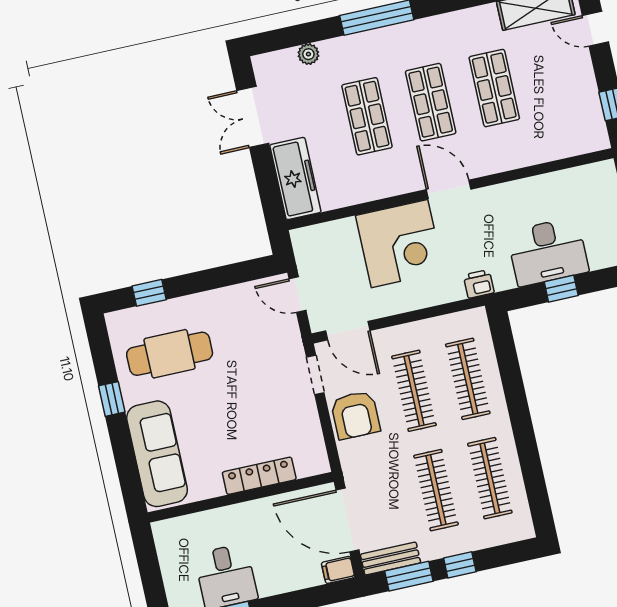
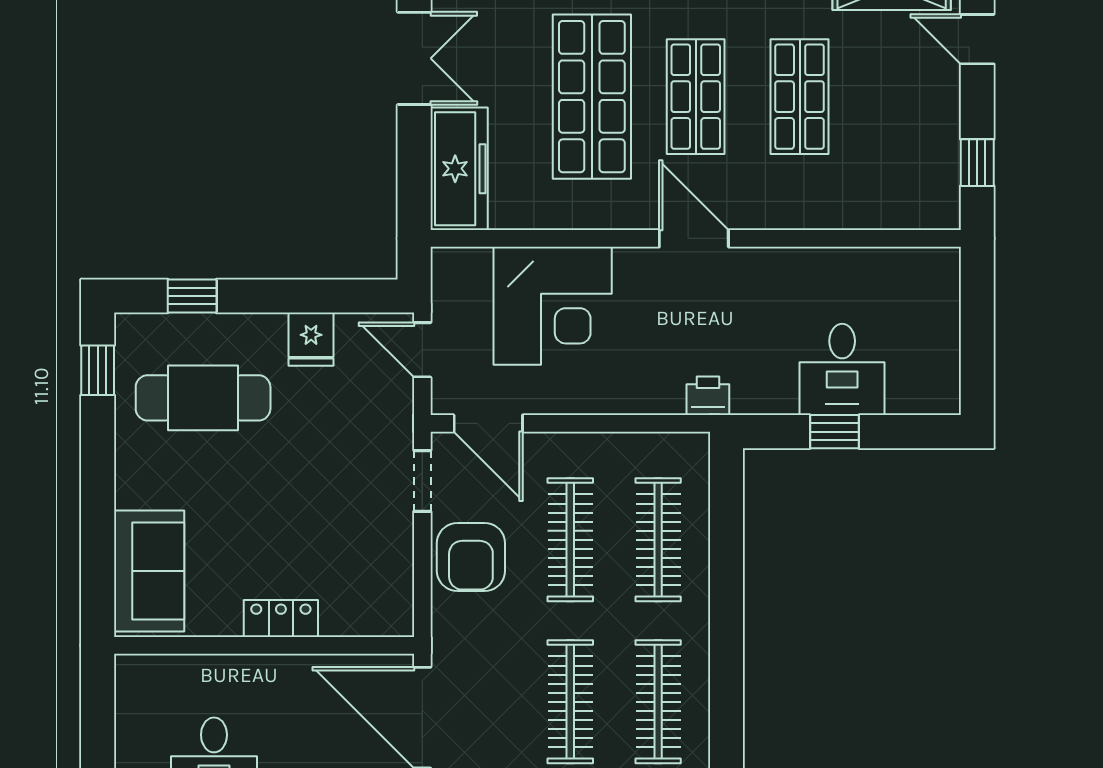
shop shelf: (367, 116) -> (592, 97), width x1.43, depth x1.36
double door: (253, 117) -> (414, 58), swing flipped
corner desk: (400, 244) -> (553, 306), moved
desk: (548, 252) -> (842, 369), width x0.73
fridge: (228, 303) -> (311, 339), added
window: (112, 399) -> (98, 370), moved
sofa: (157, 454) -> (149, 571), width x0.73
locker: (259, 476) -> (281, 618), width x0.66

